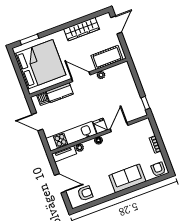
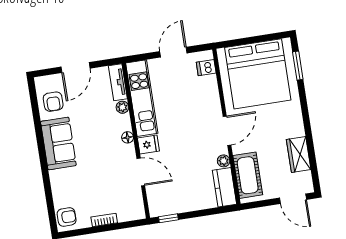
wardrobe: (82, 29) -> (299, 154), width x0.67
kitchen counter: (60, 93) -> (224, 187), moved
sofa: (127, 178) -> (58, 143), moved

